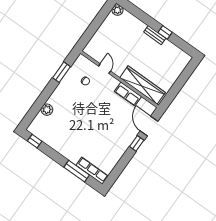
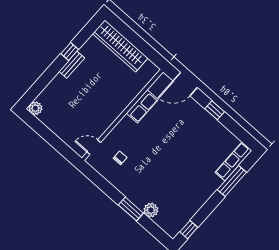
door: (105, 69) -> (94, 147), moved
window: (62, 72) -> (131, 209), moved
wardrobe: (142, 85) -> (120, 46), moved, turned -90
window: (137, 143) -> (215, 110), moved

